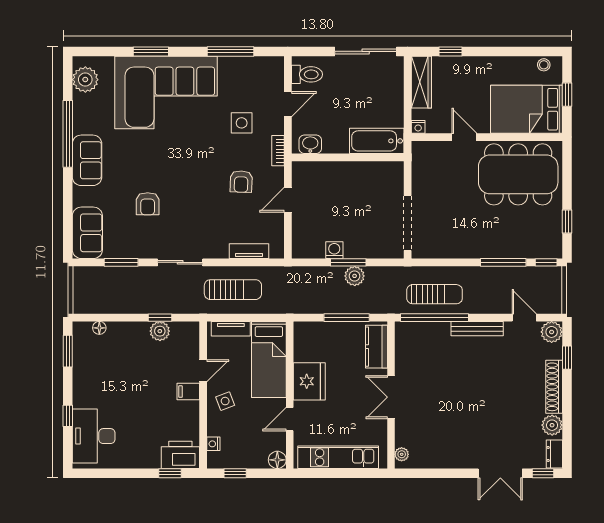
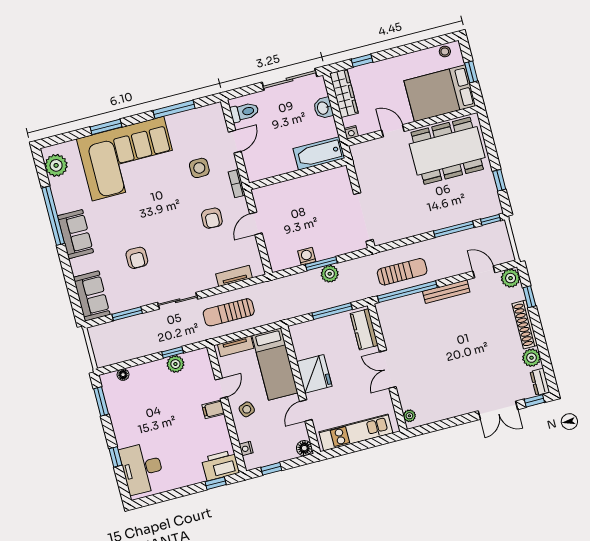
washbasin: (310, 144) -> (323, 108), moved, turned -90
sun lounger: (233, 290) -> (229, 312), turned 180

